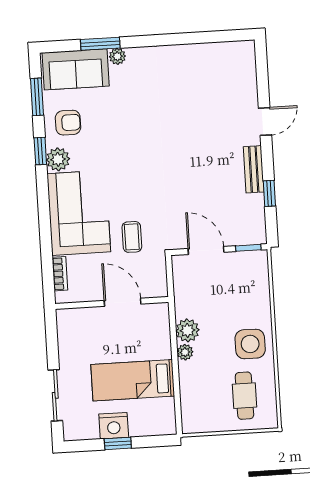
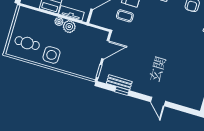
bench: (254, 169) -> (119, 82), moved
tv unit: (162, 335) -> (71, 13), added

